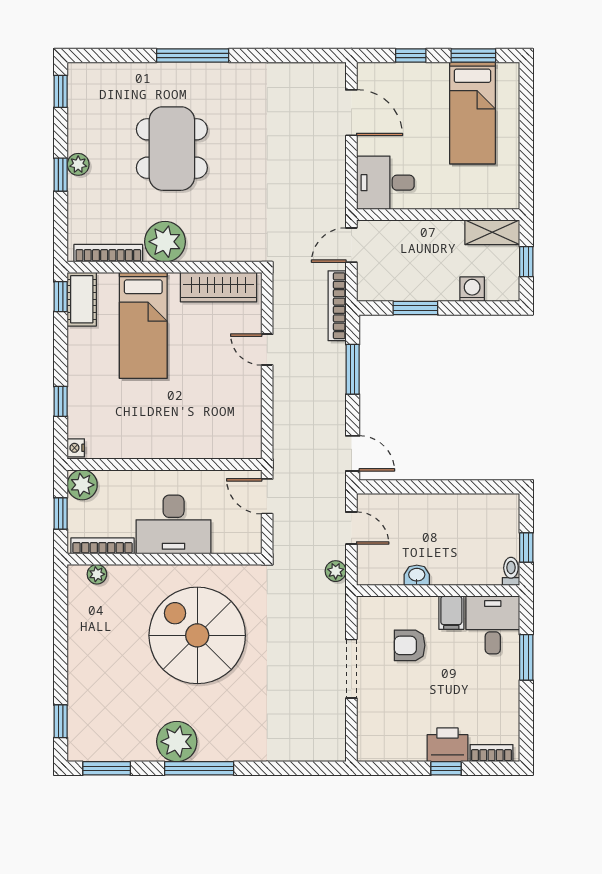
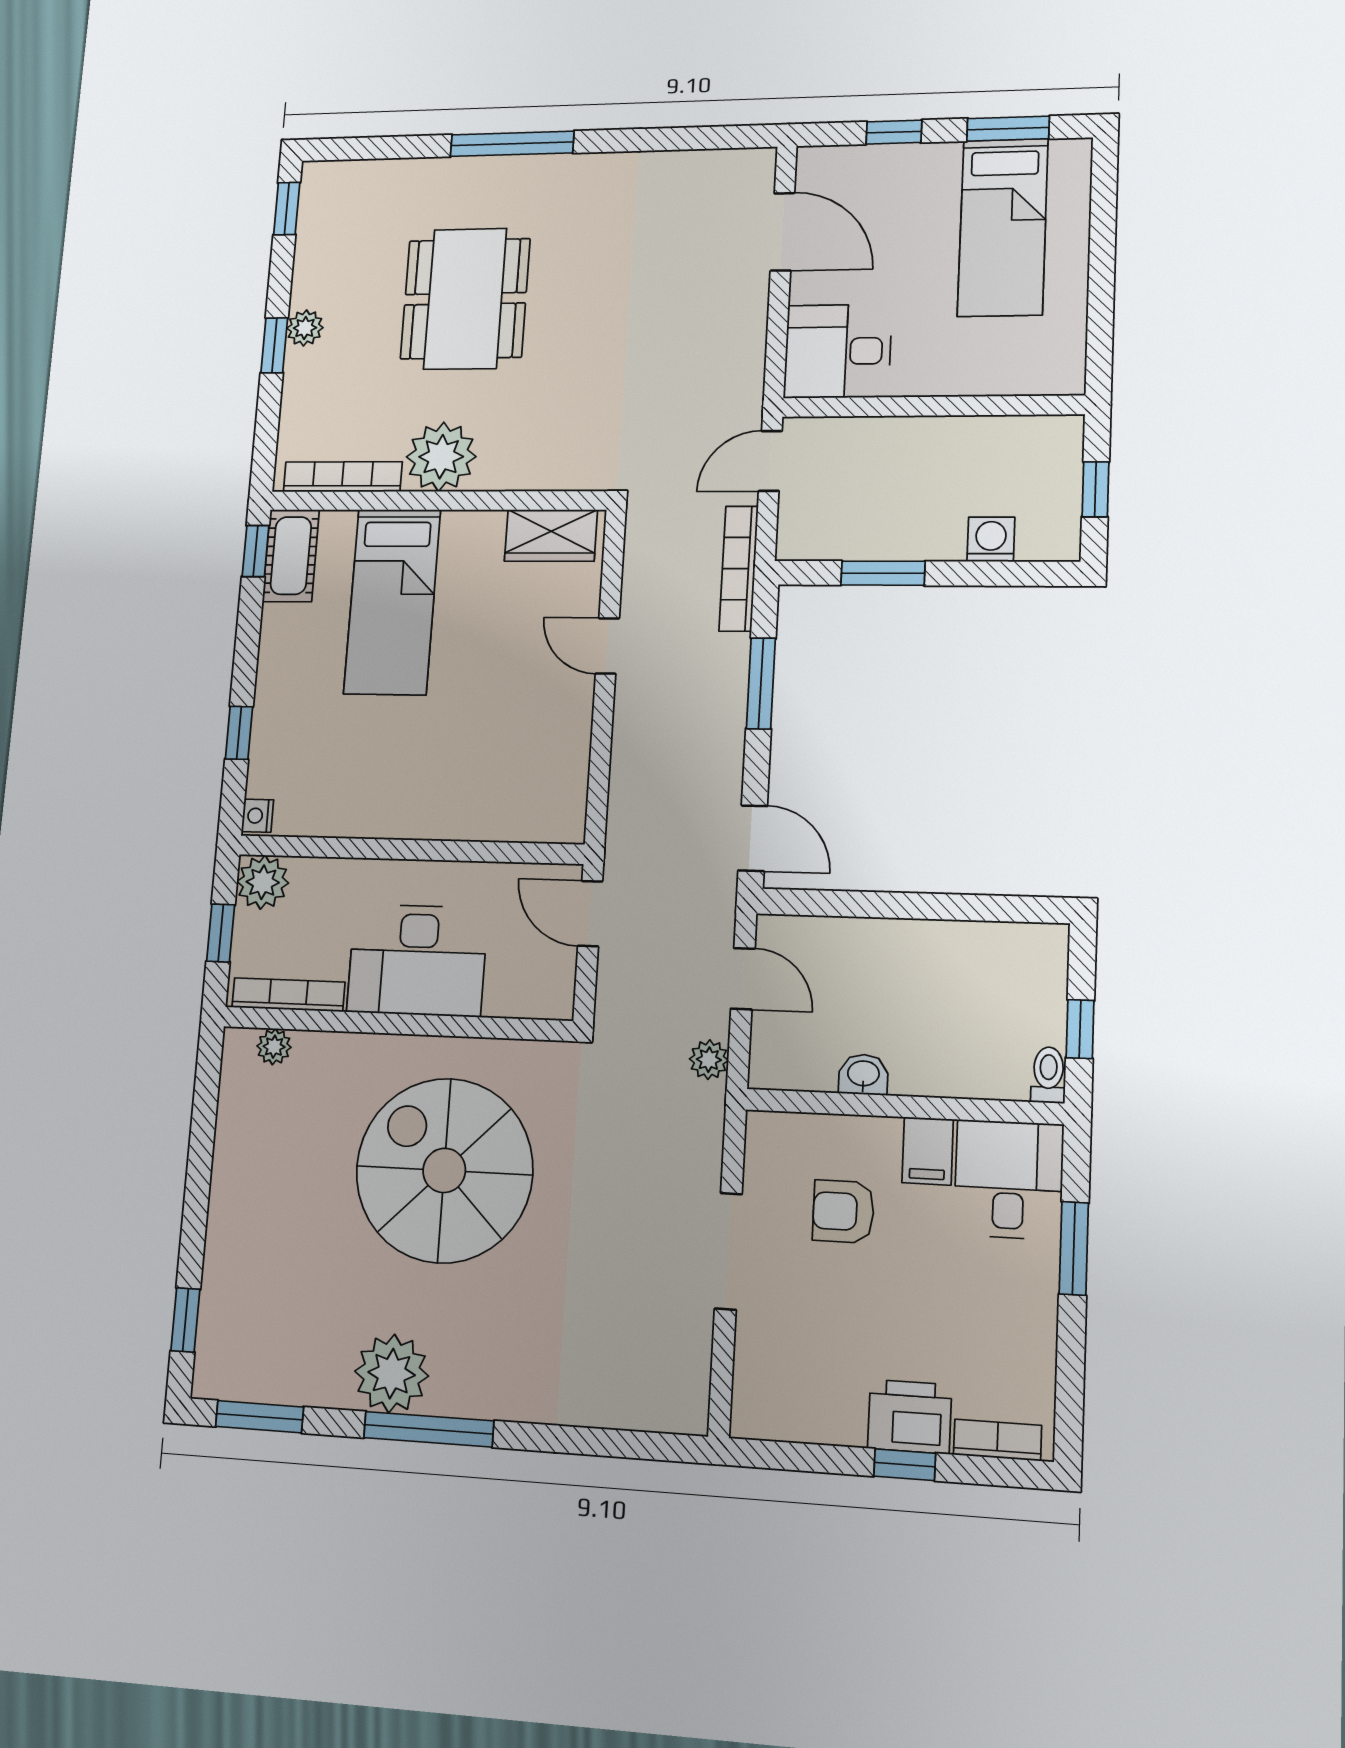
shelving: (492, 232) -> (1032, 437), removed
wardrobe: (219, 287) -> (551, 535), width x0.67

